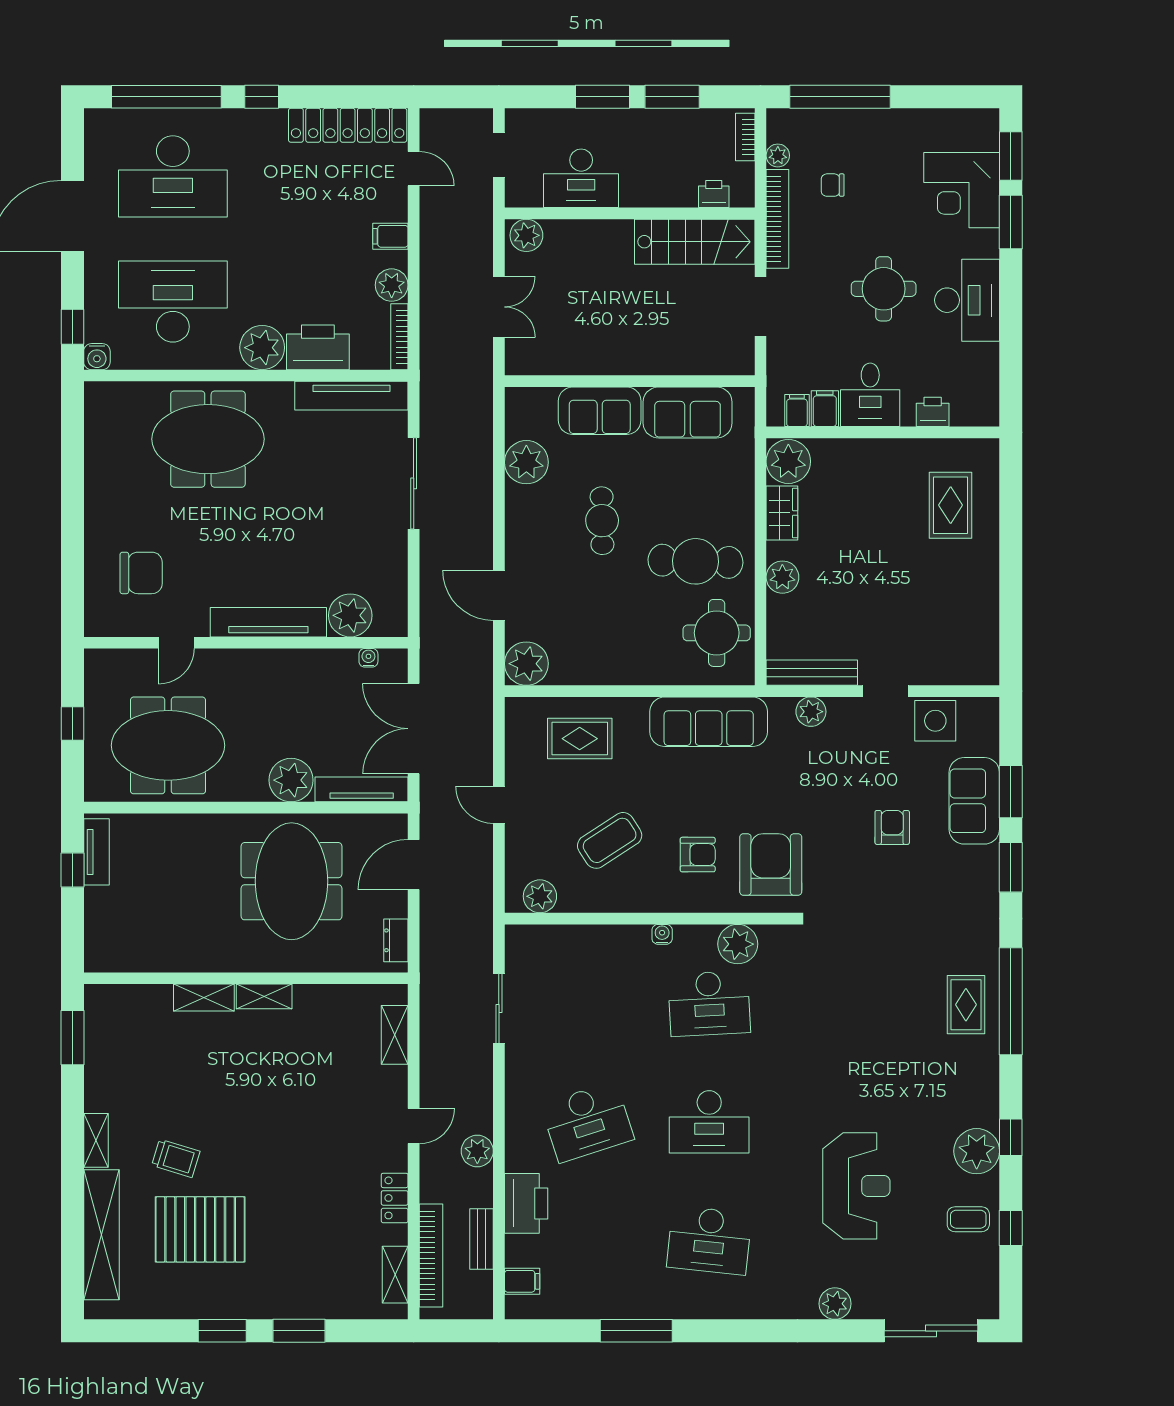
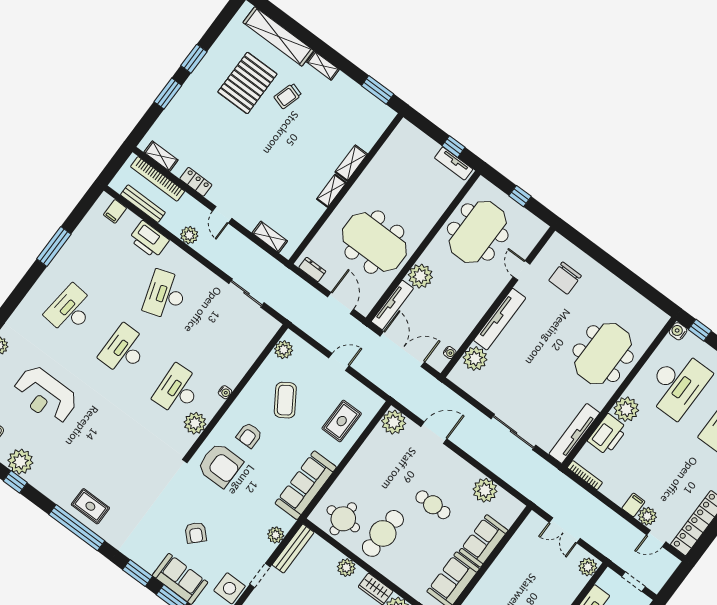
plant: (392, 285) -> (647, 516), moved
armchair: (892, 827) -> (196, 533), turned 45
bench: (482, 1239) -> (143, 204), width x1.36

